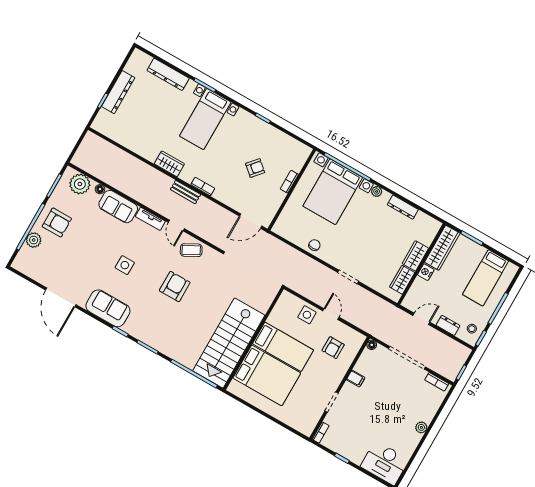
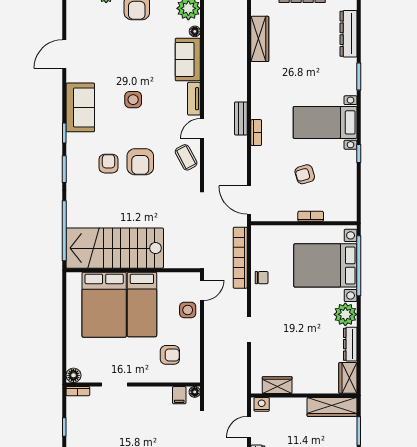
bed with nightstands: (205, 119) -> (325, 122), moved
wardrobe: (169, 164) -> (260, 39), moved, width x1.50
armchair: (255, 168) -> (305, 174), turned 123
plant: (377, 191) -> (345, 314), width x1.87, depth x1.87
bookcase: (290, 253) -> (240, 258), added
wardrobe: (415, 256) -> (348, 378), moved, turned -90
nightstand: (426, 272) -> (262, 404), moved
armchair: (175, 287) -> (140, 162), turned 90
door: (61, 297) -> (64, 54), width x0.73
armchair: (162, 311) -> (109, 164), added
door: (331, 314) -> (202, 290), moved
door: (421, 319) -> (249, 427), swing flipped
armchair: (333, 348) -> (170, 355), turned 180
filing cabinet: (356, 379) -> (179, 395), moved
floor lamp: (307, 429) -> (73, 375), added

